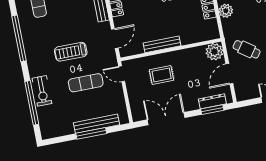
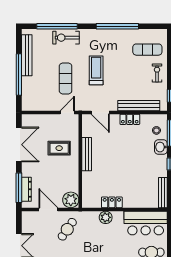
rug: (162, 75) -> (59, 148), turned 90
window: (212, 110) -> (19, 188), width x1.44
bench: (96, 124) -> (27, 55), moved
window: (91, 133) -> (19, 74), width x1.46

